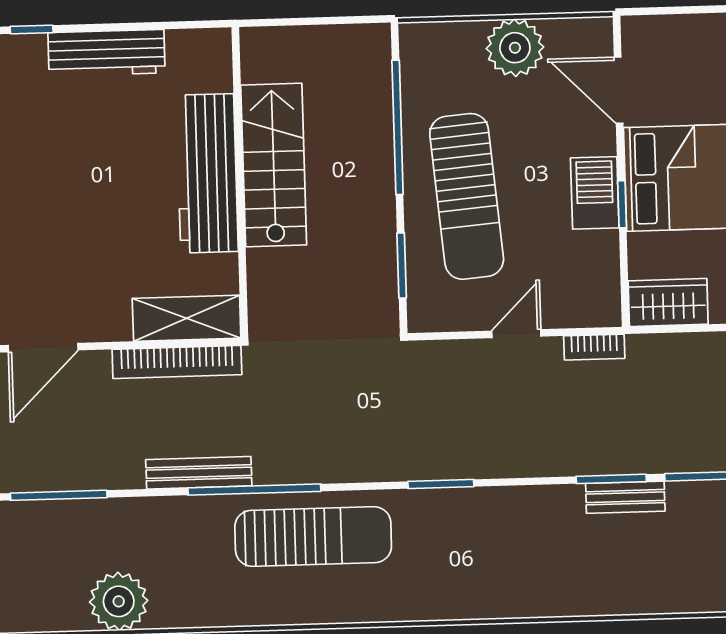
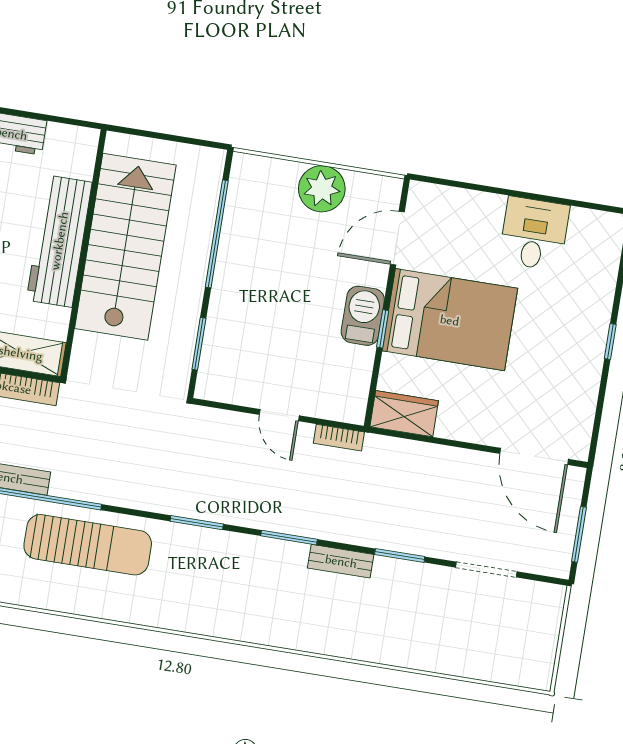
door: (619, 90) -> (397, 238), hinge flipped
stairs: (274, 165) -> (125, 247), width x1.36, depth x1.51
sun lounger: (467, 196) -> (261, 299), removed
door: (516, 334) -> (279, 415), swing flipped
window: (611, 479) -> (289, 538), moved

